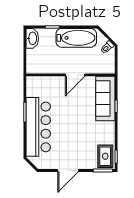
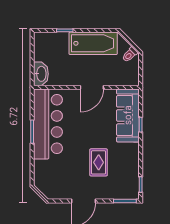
washbasin: (32, 38) -> (41, 74), moved
bar counter: (38, 127) -> (48, 124), moved
rug: (105, 156) -> (99, 162), moved

